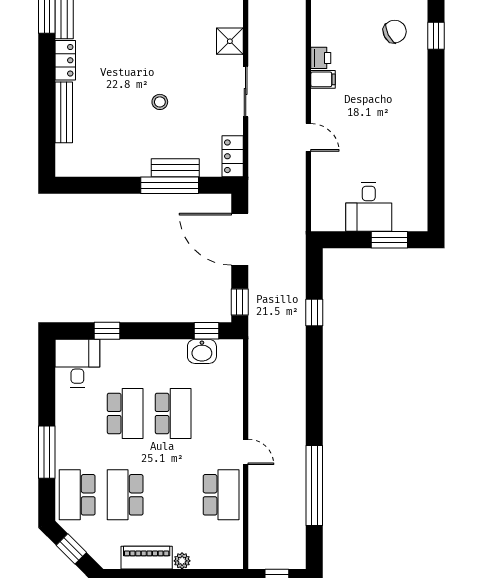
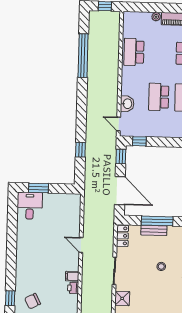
desk: (369, 207) -> (30, 206), moved
washbasin: (202, 351) -> (127, 104), moved, turned 90
door: (246, 452) -> (119, 124), moved

